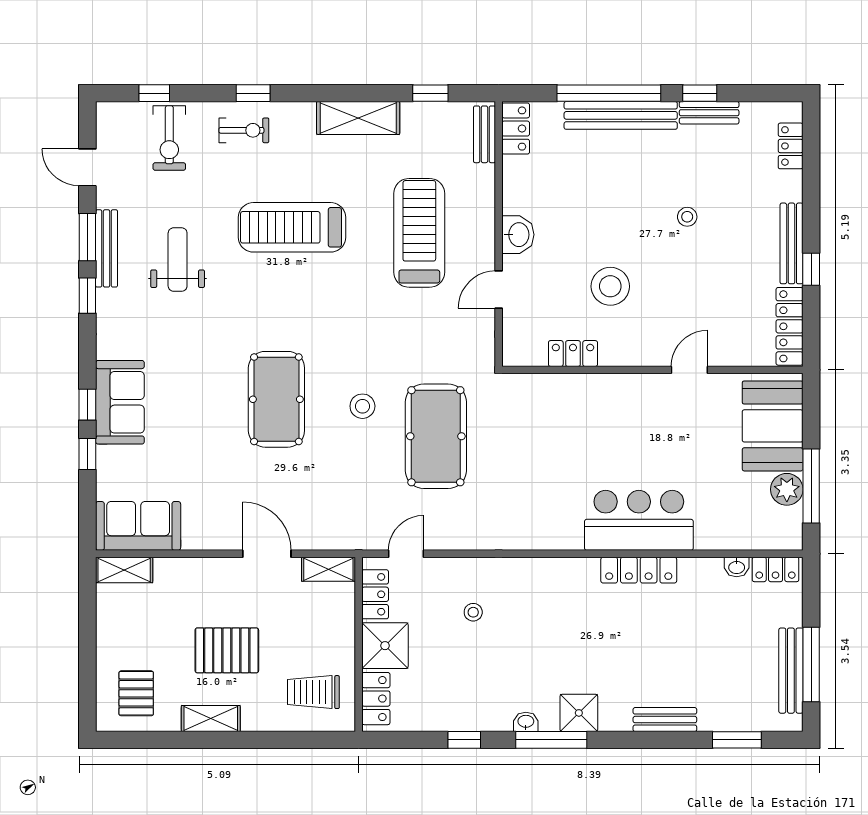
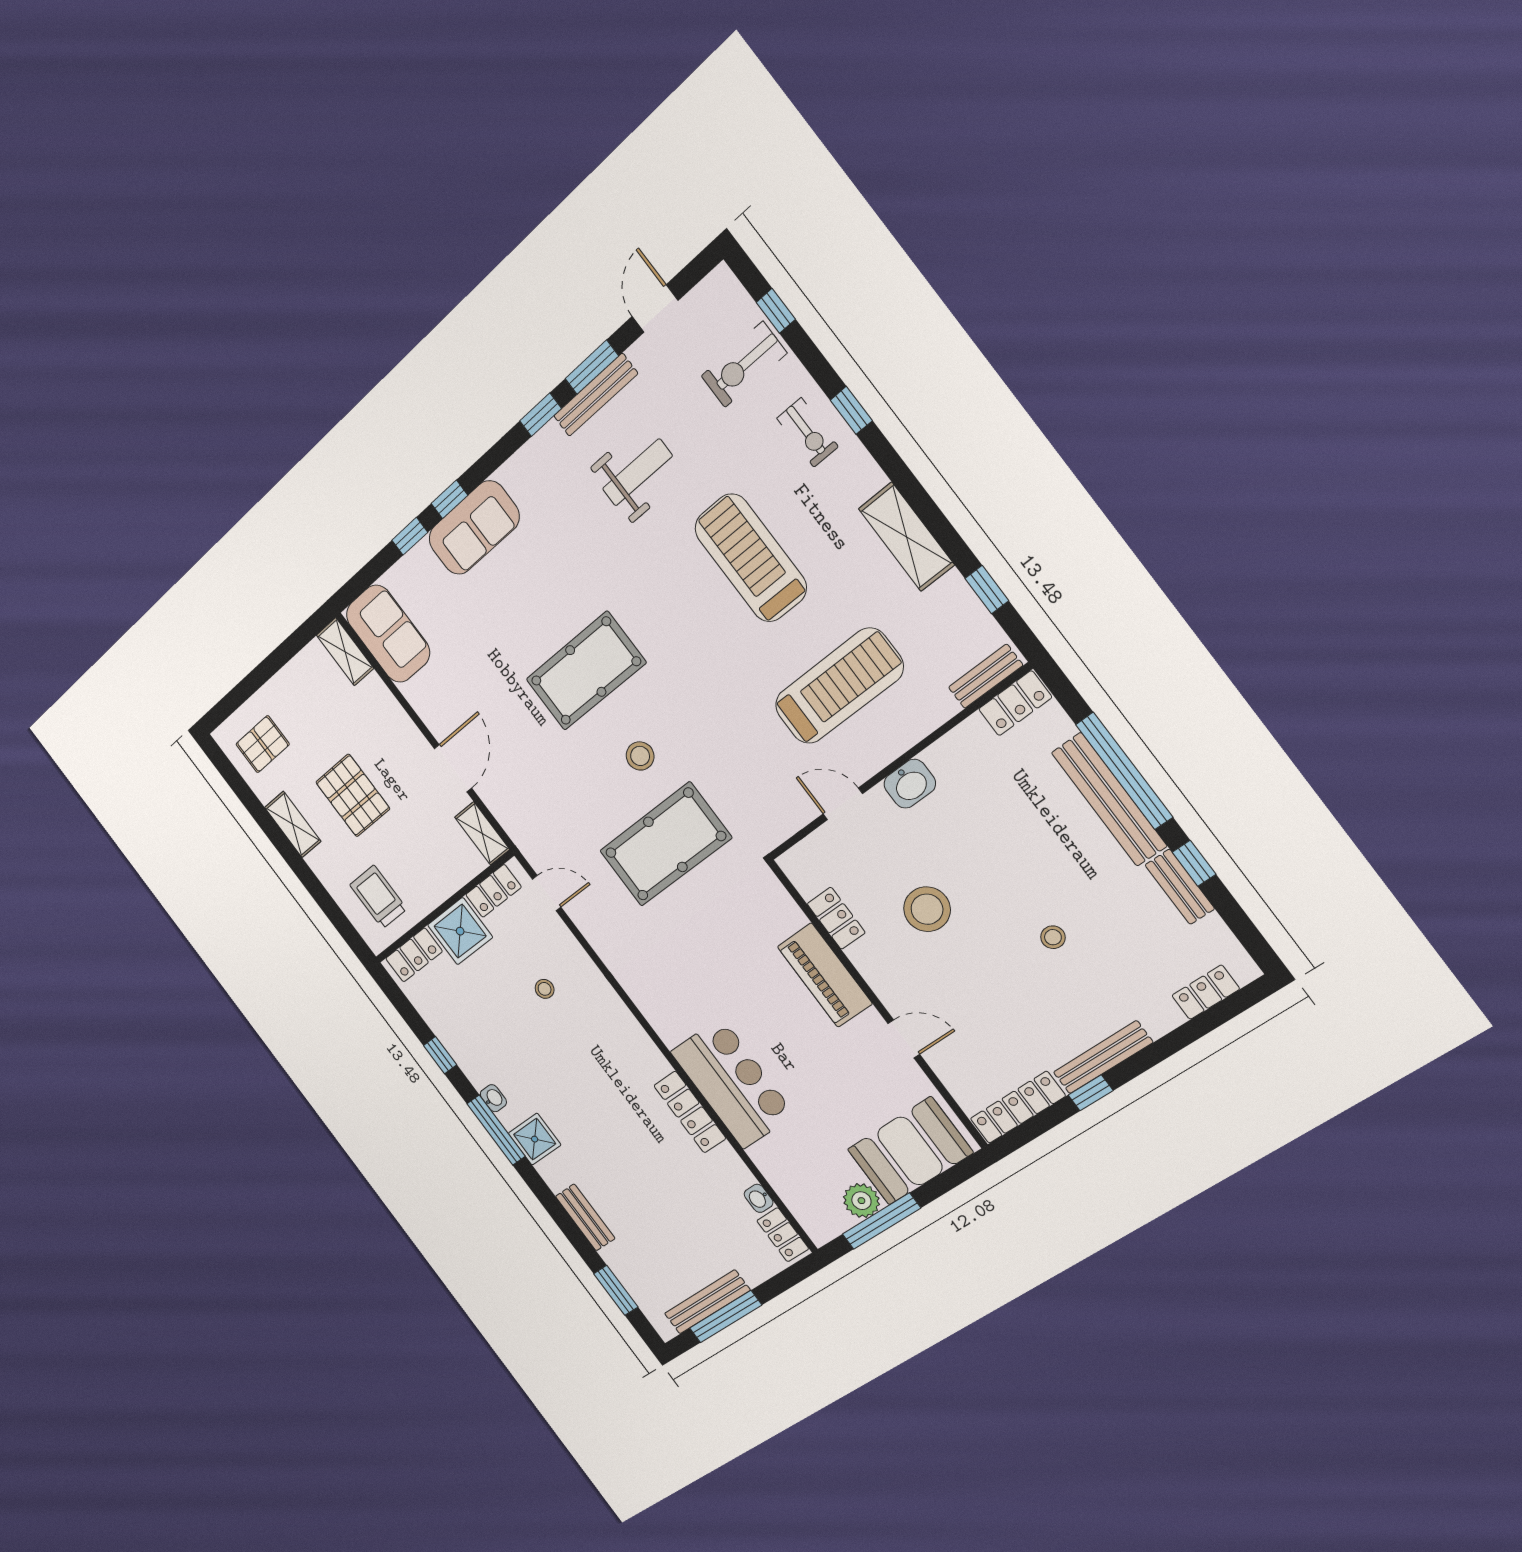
piano: (607, 392) -> (825, 975), added

